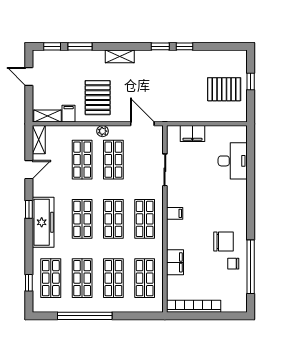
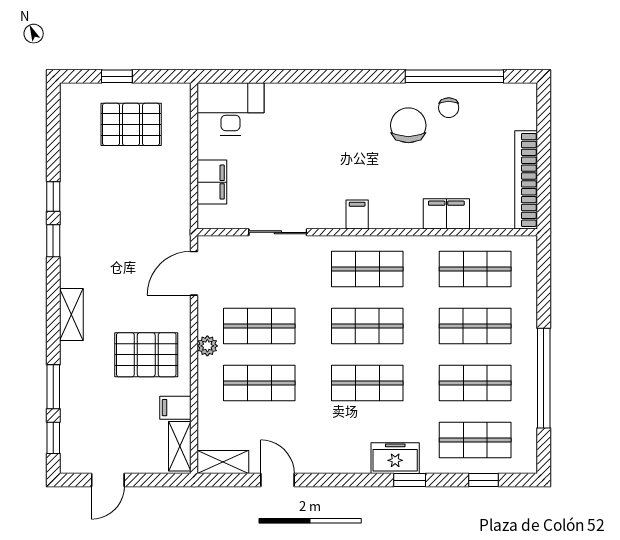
pallet: (224, 89) -> (131, 124), turned 90
desk: (233, 161) -> (231, 109), moved
window: (29, 209) -> (410, 480), moved
freezer: (43, 222) -> (395, 458), width x0.52, depth x0.79

